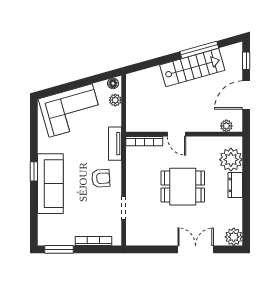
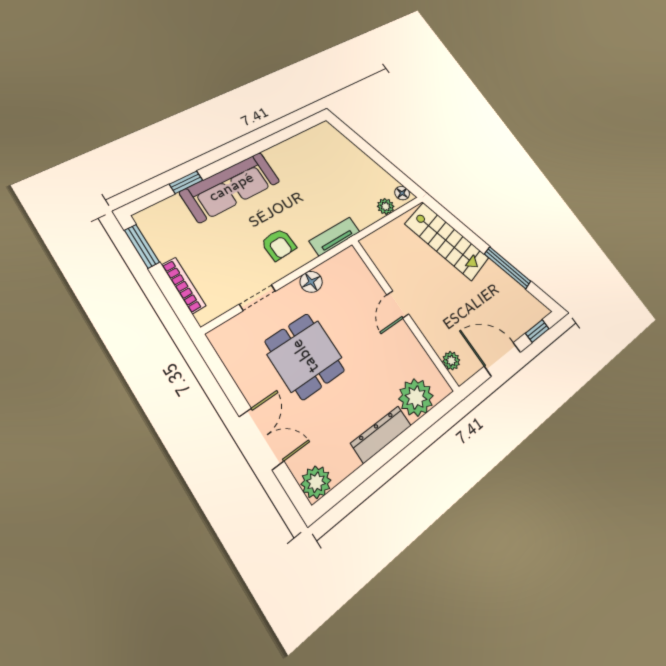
stairs: (192, 68) -> (447, 241), moved
corner sofa: (71, 111) -> (338, 163), removed
bookcase: (144, 141) -> (362, 270), removed
window: (34, 171) -> (186, 182), moved
floor lamp: (133, 174) -> (311, 282), added
dresser: (235, 185) -> (381, 434), width x1.44
dining table: (183, 187) -> (305, 356), moved

